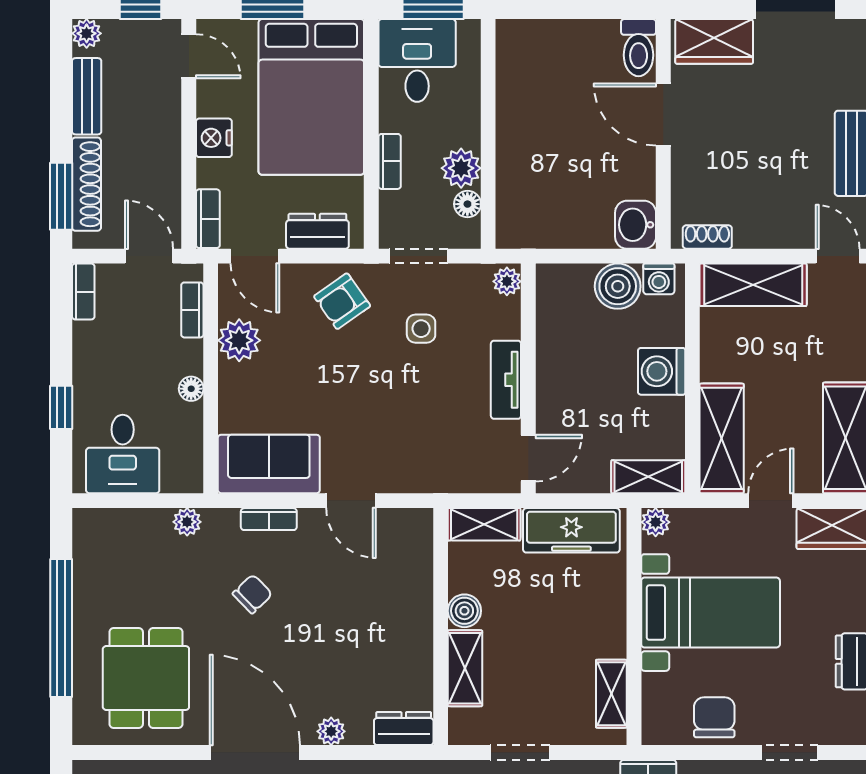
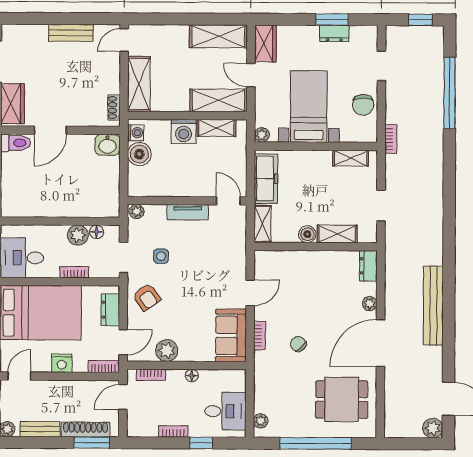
bookcase: (83, 292) -> (173, 431), moved
shelving: (648, 477) -> (216, 128), moved, turned 90
plant: (187, 522) -> (261, 421), moved
chair: (714, 717) -> (363, 105), turned -90

